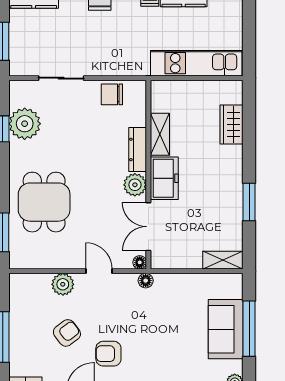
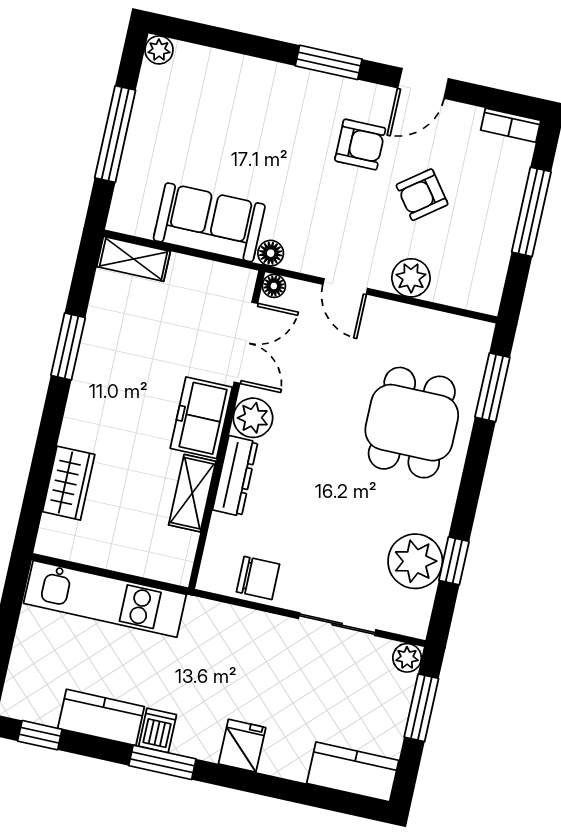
plant: (17, 68) -> (407, 658), added
sofa: (226, 329) -> (209, 222), moved, turned -90

